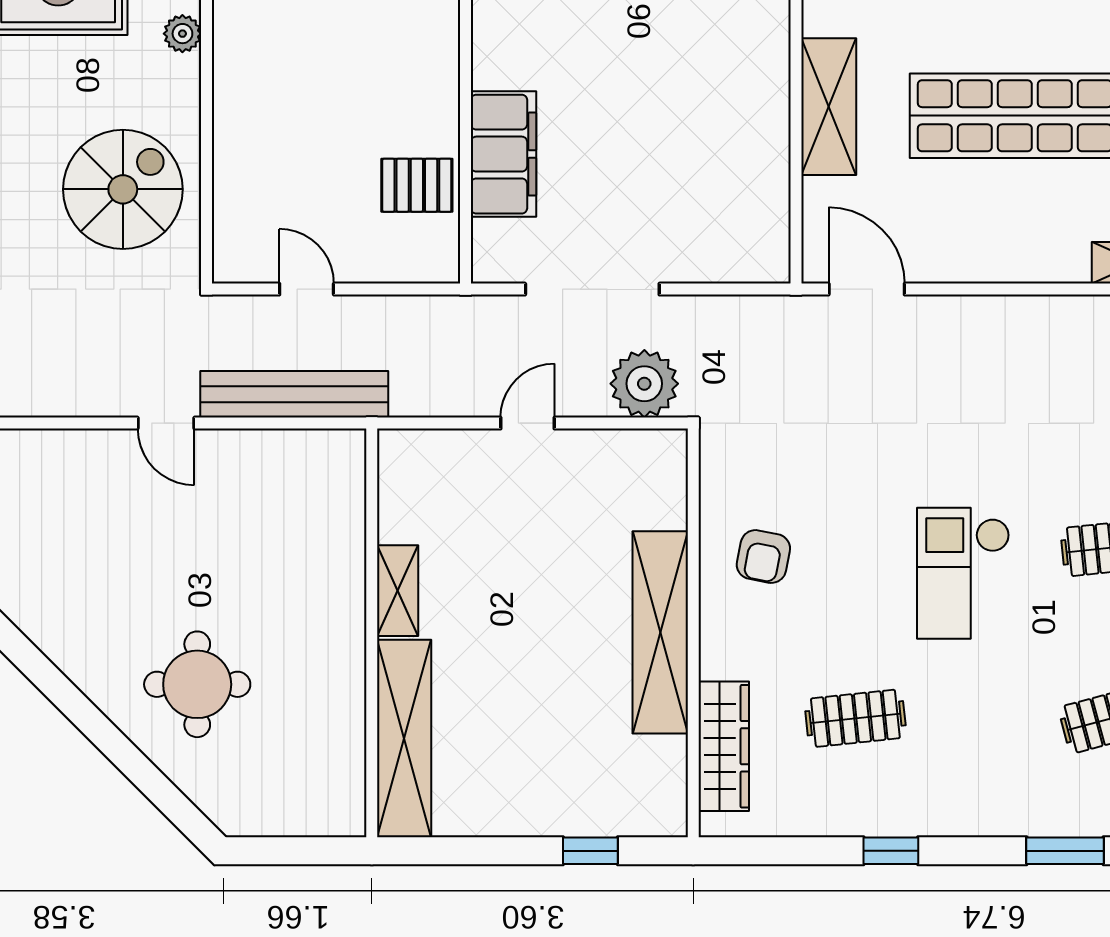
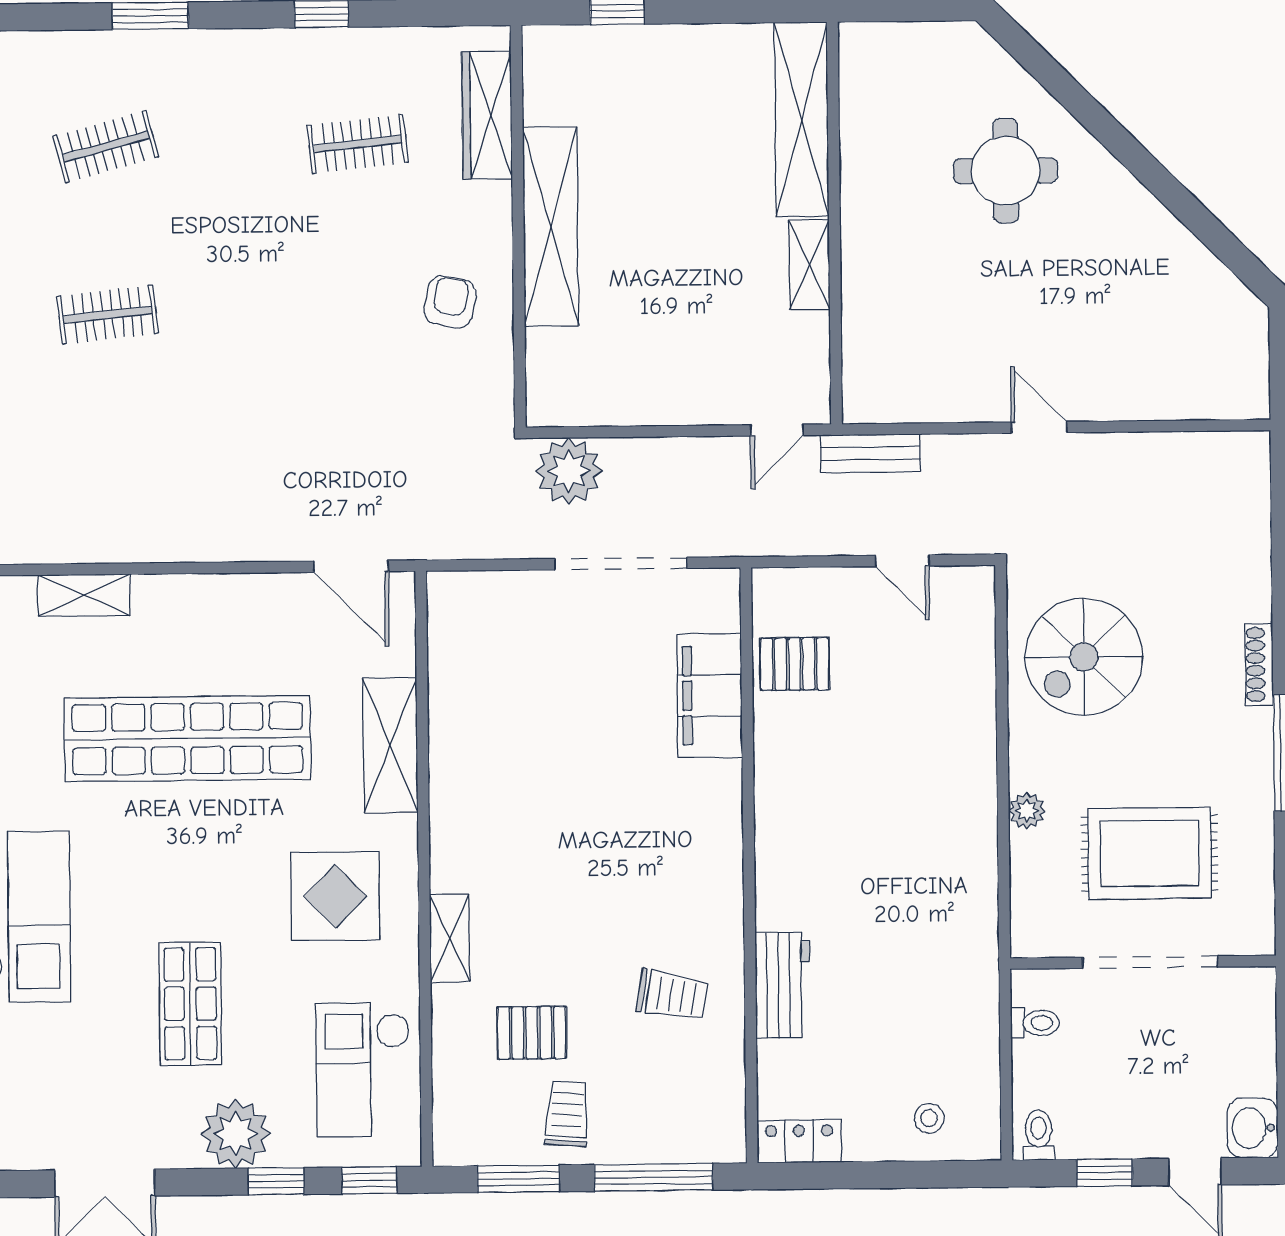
bench: (294, 394) -> (870, 453), width x0.54, depth x0.82
door: (527, 423) -> (777, 430), moved
checkout: (963, 573) -> (253, 288), removed

